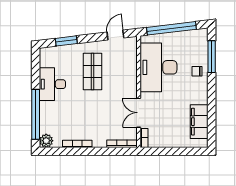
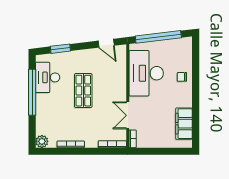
door: (115, 35) -> (106, 43), swing flipped
window: (212, 57) -> (196, 63), removed
shop shelf: (93, 71) -> (83, 91), moved
desk: (52, 84) -> (48, 77), moved
window: (36, 114) -> (32, 92), moved

